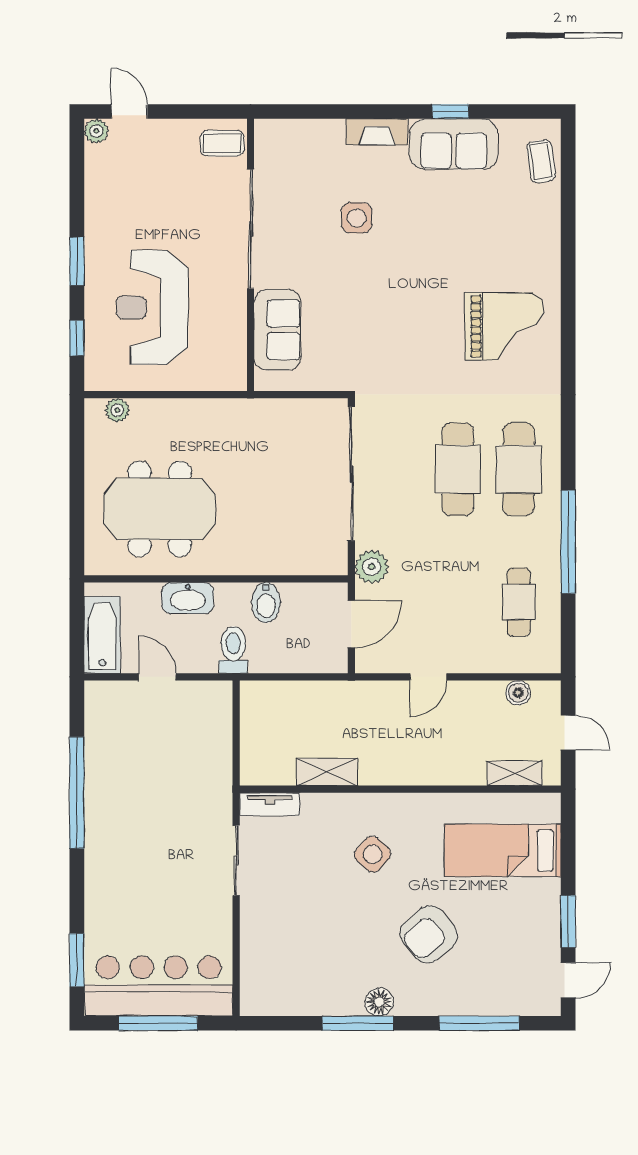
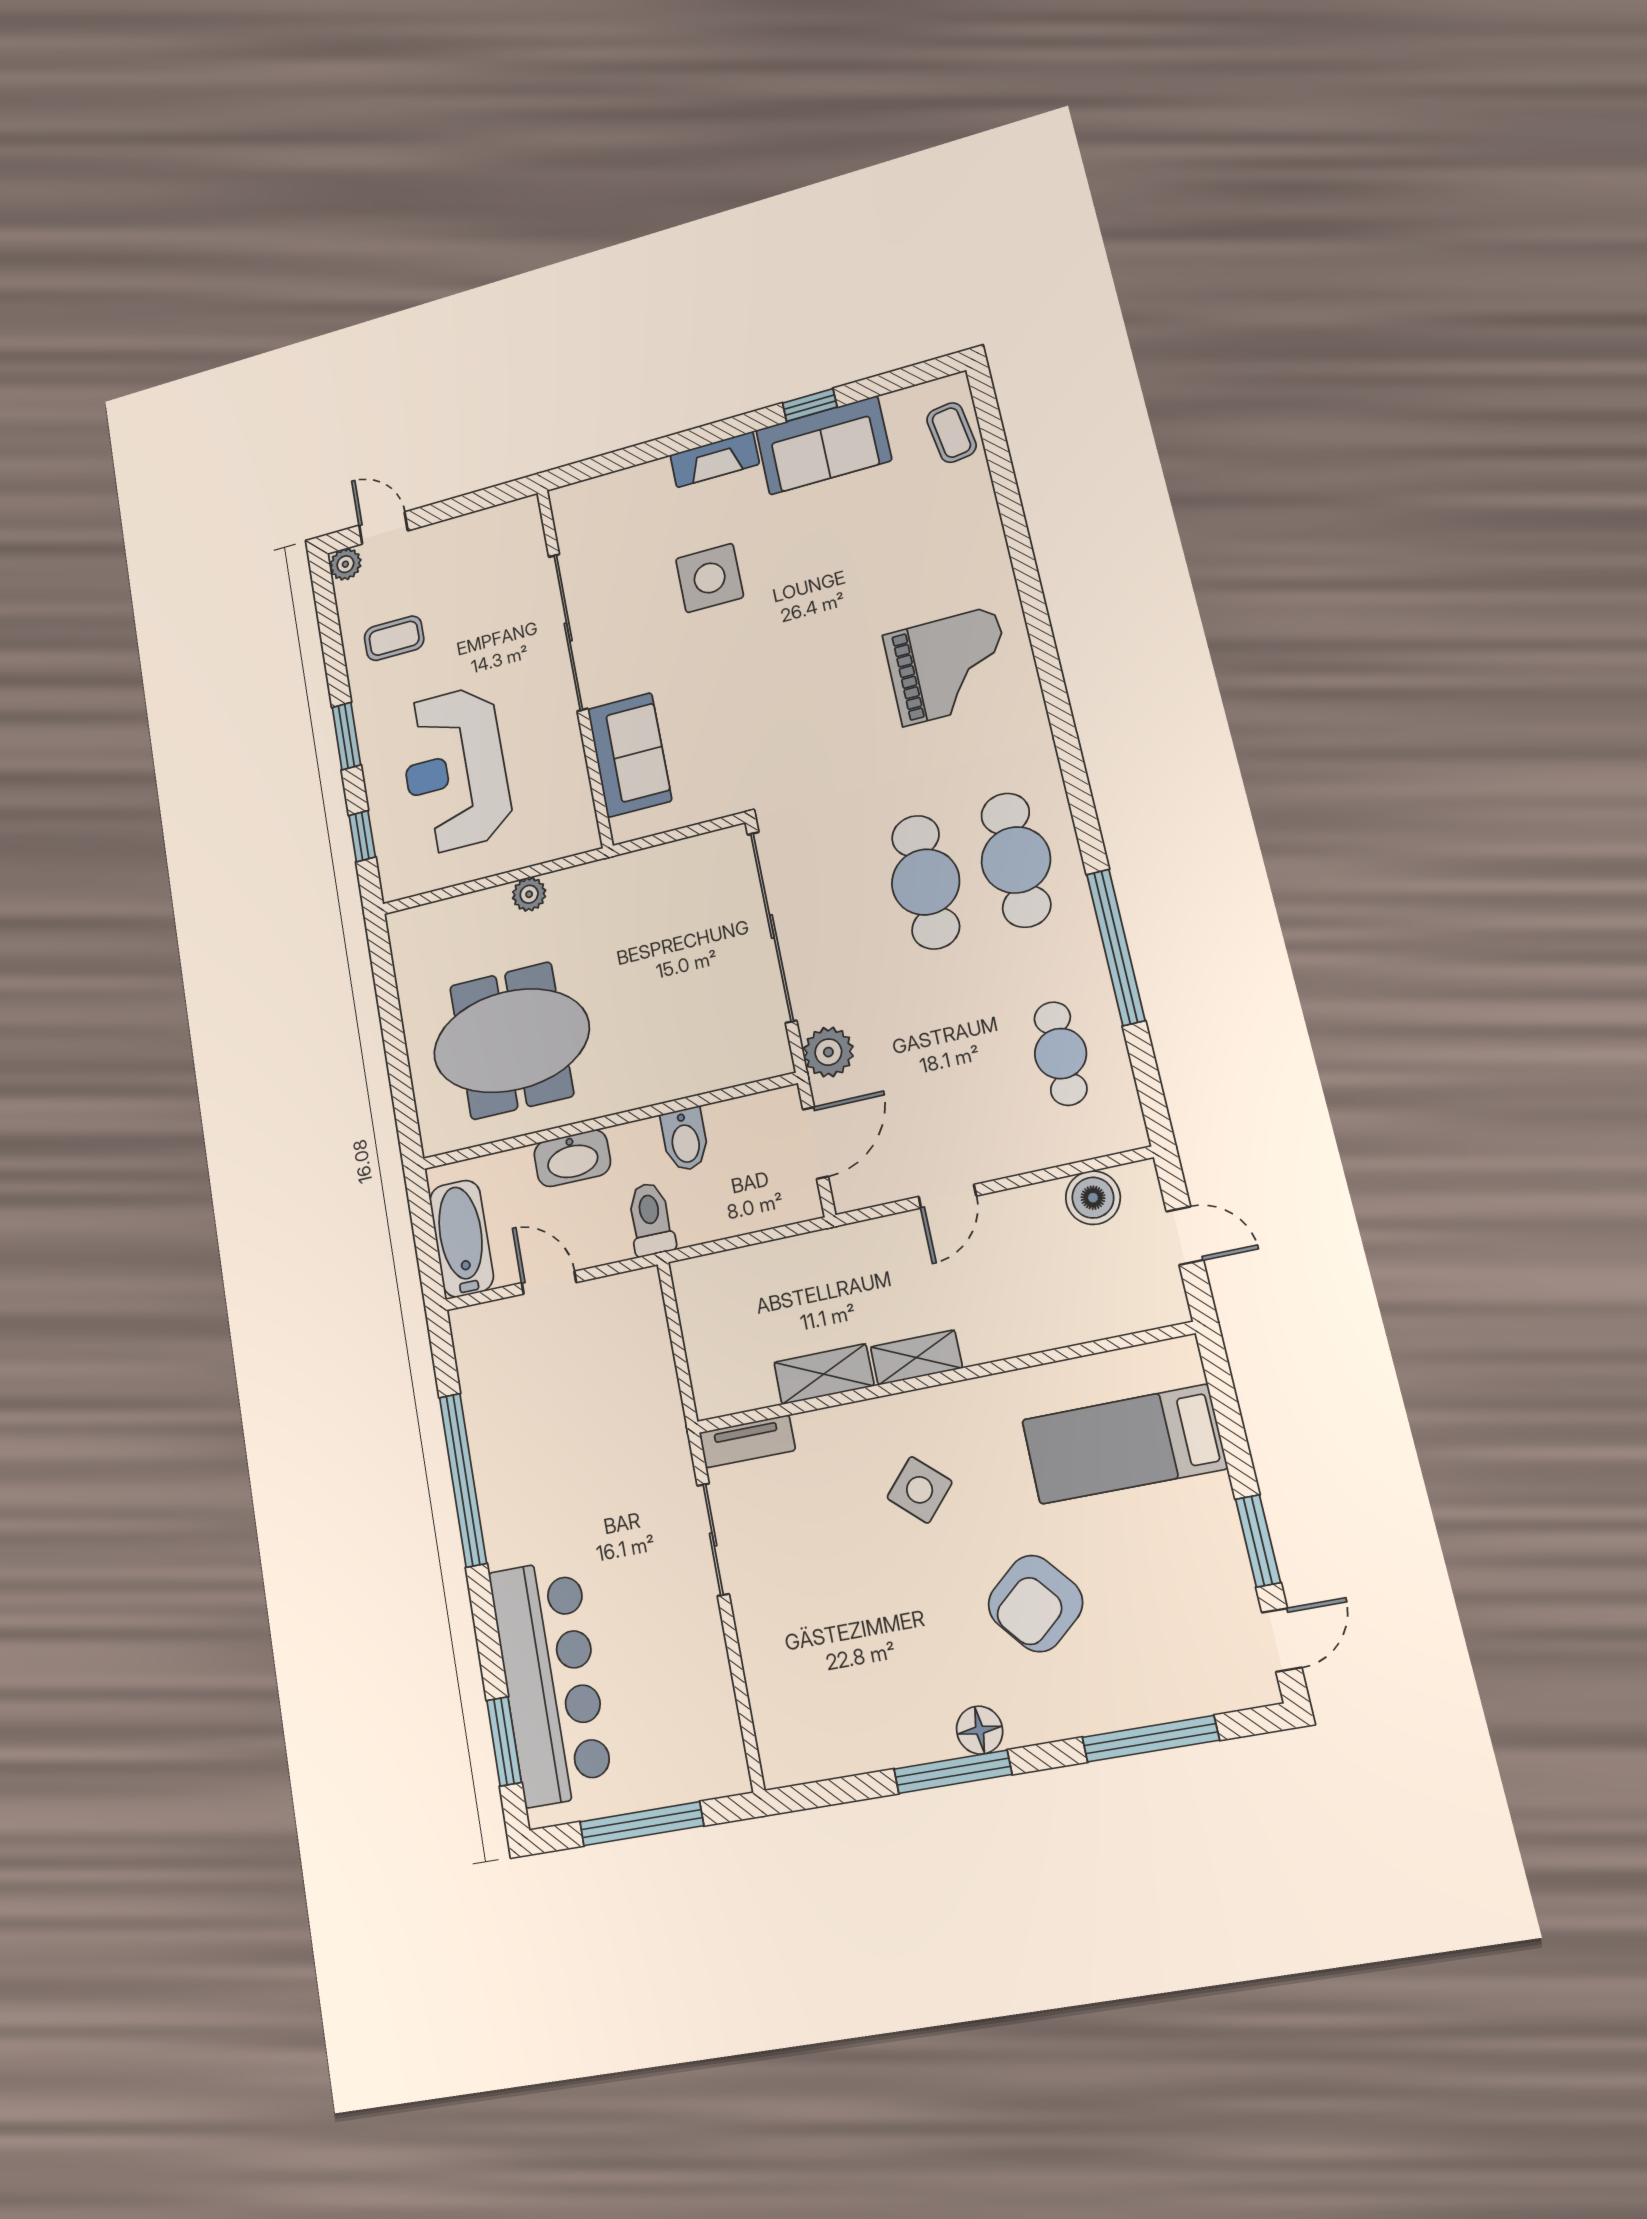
coffee table: (222, 143) -> (394, 638), moved
side table: (357, 218) -> (710, 578), width x1.37, depth x1.37
plant: (117, 410) -> (529, 894), moved
boiler: (518, 693) -> (1093, 1198), width x1.36, depth x1.36
shelving: (515, 773) -> (916, 1357), moved
bar counter: (159, 986) -> (551, 1681), moved, turned 90

